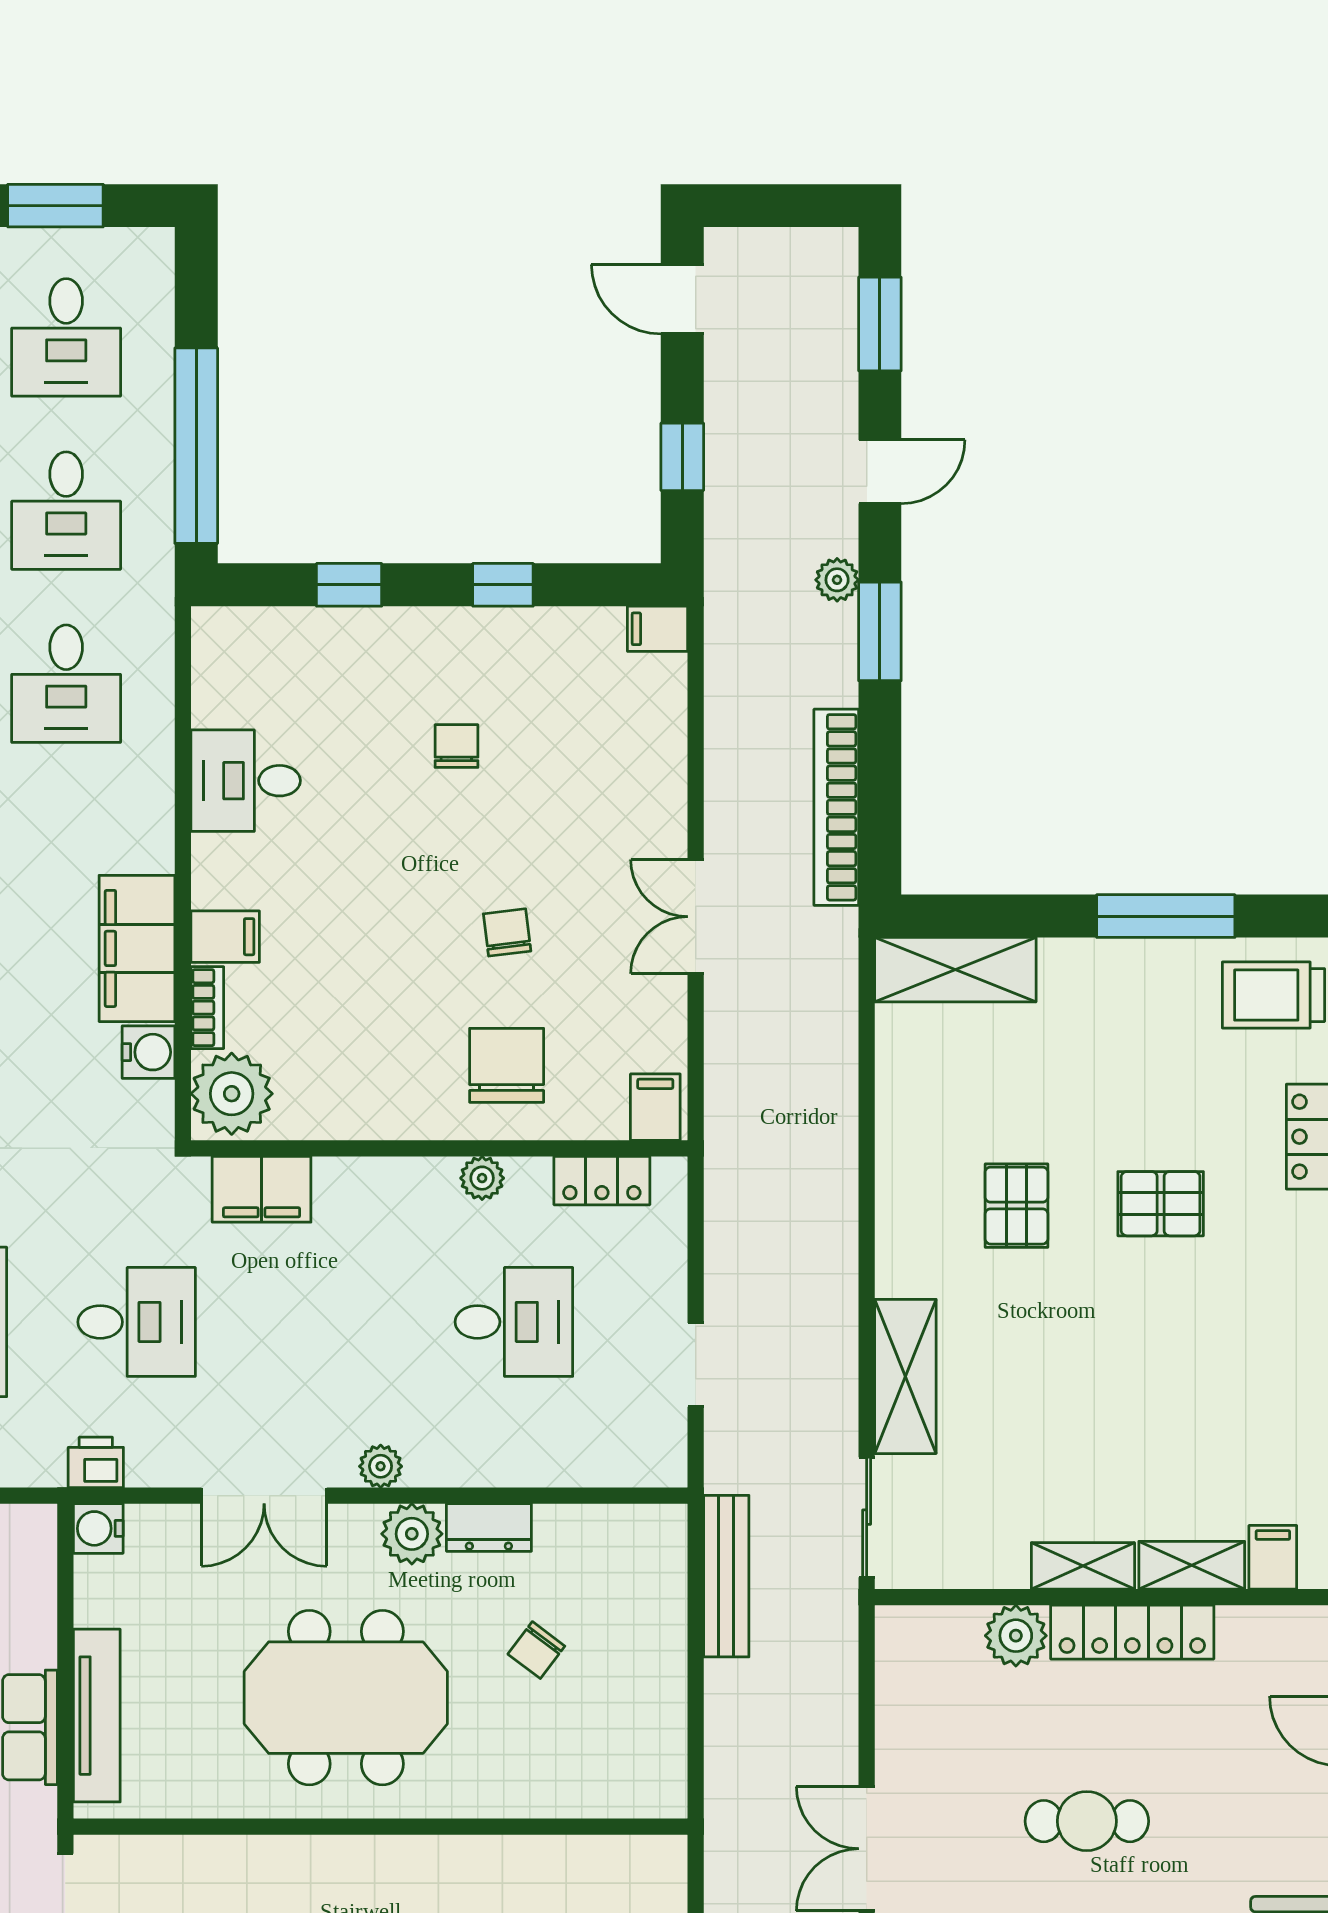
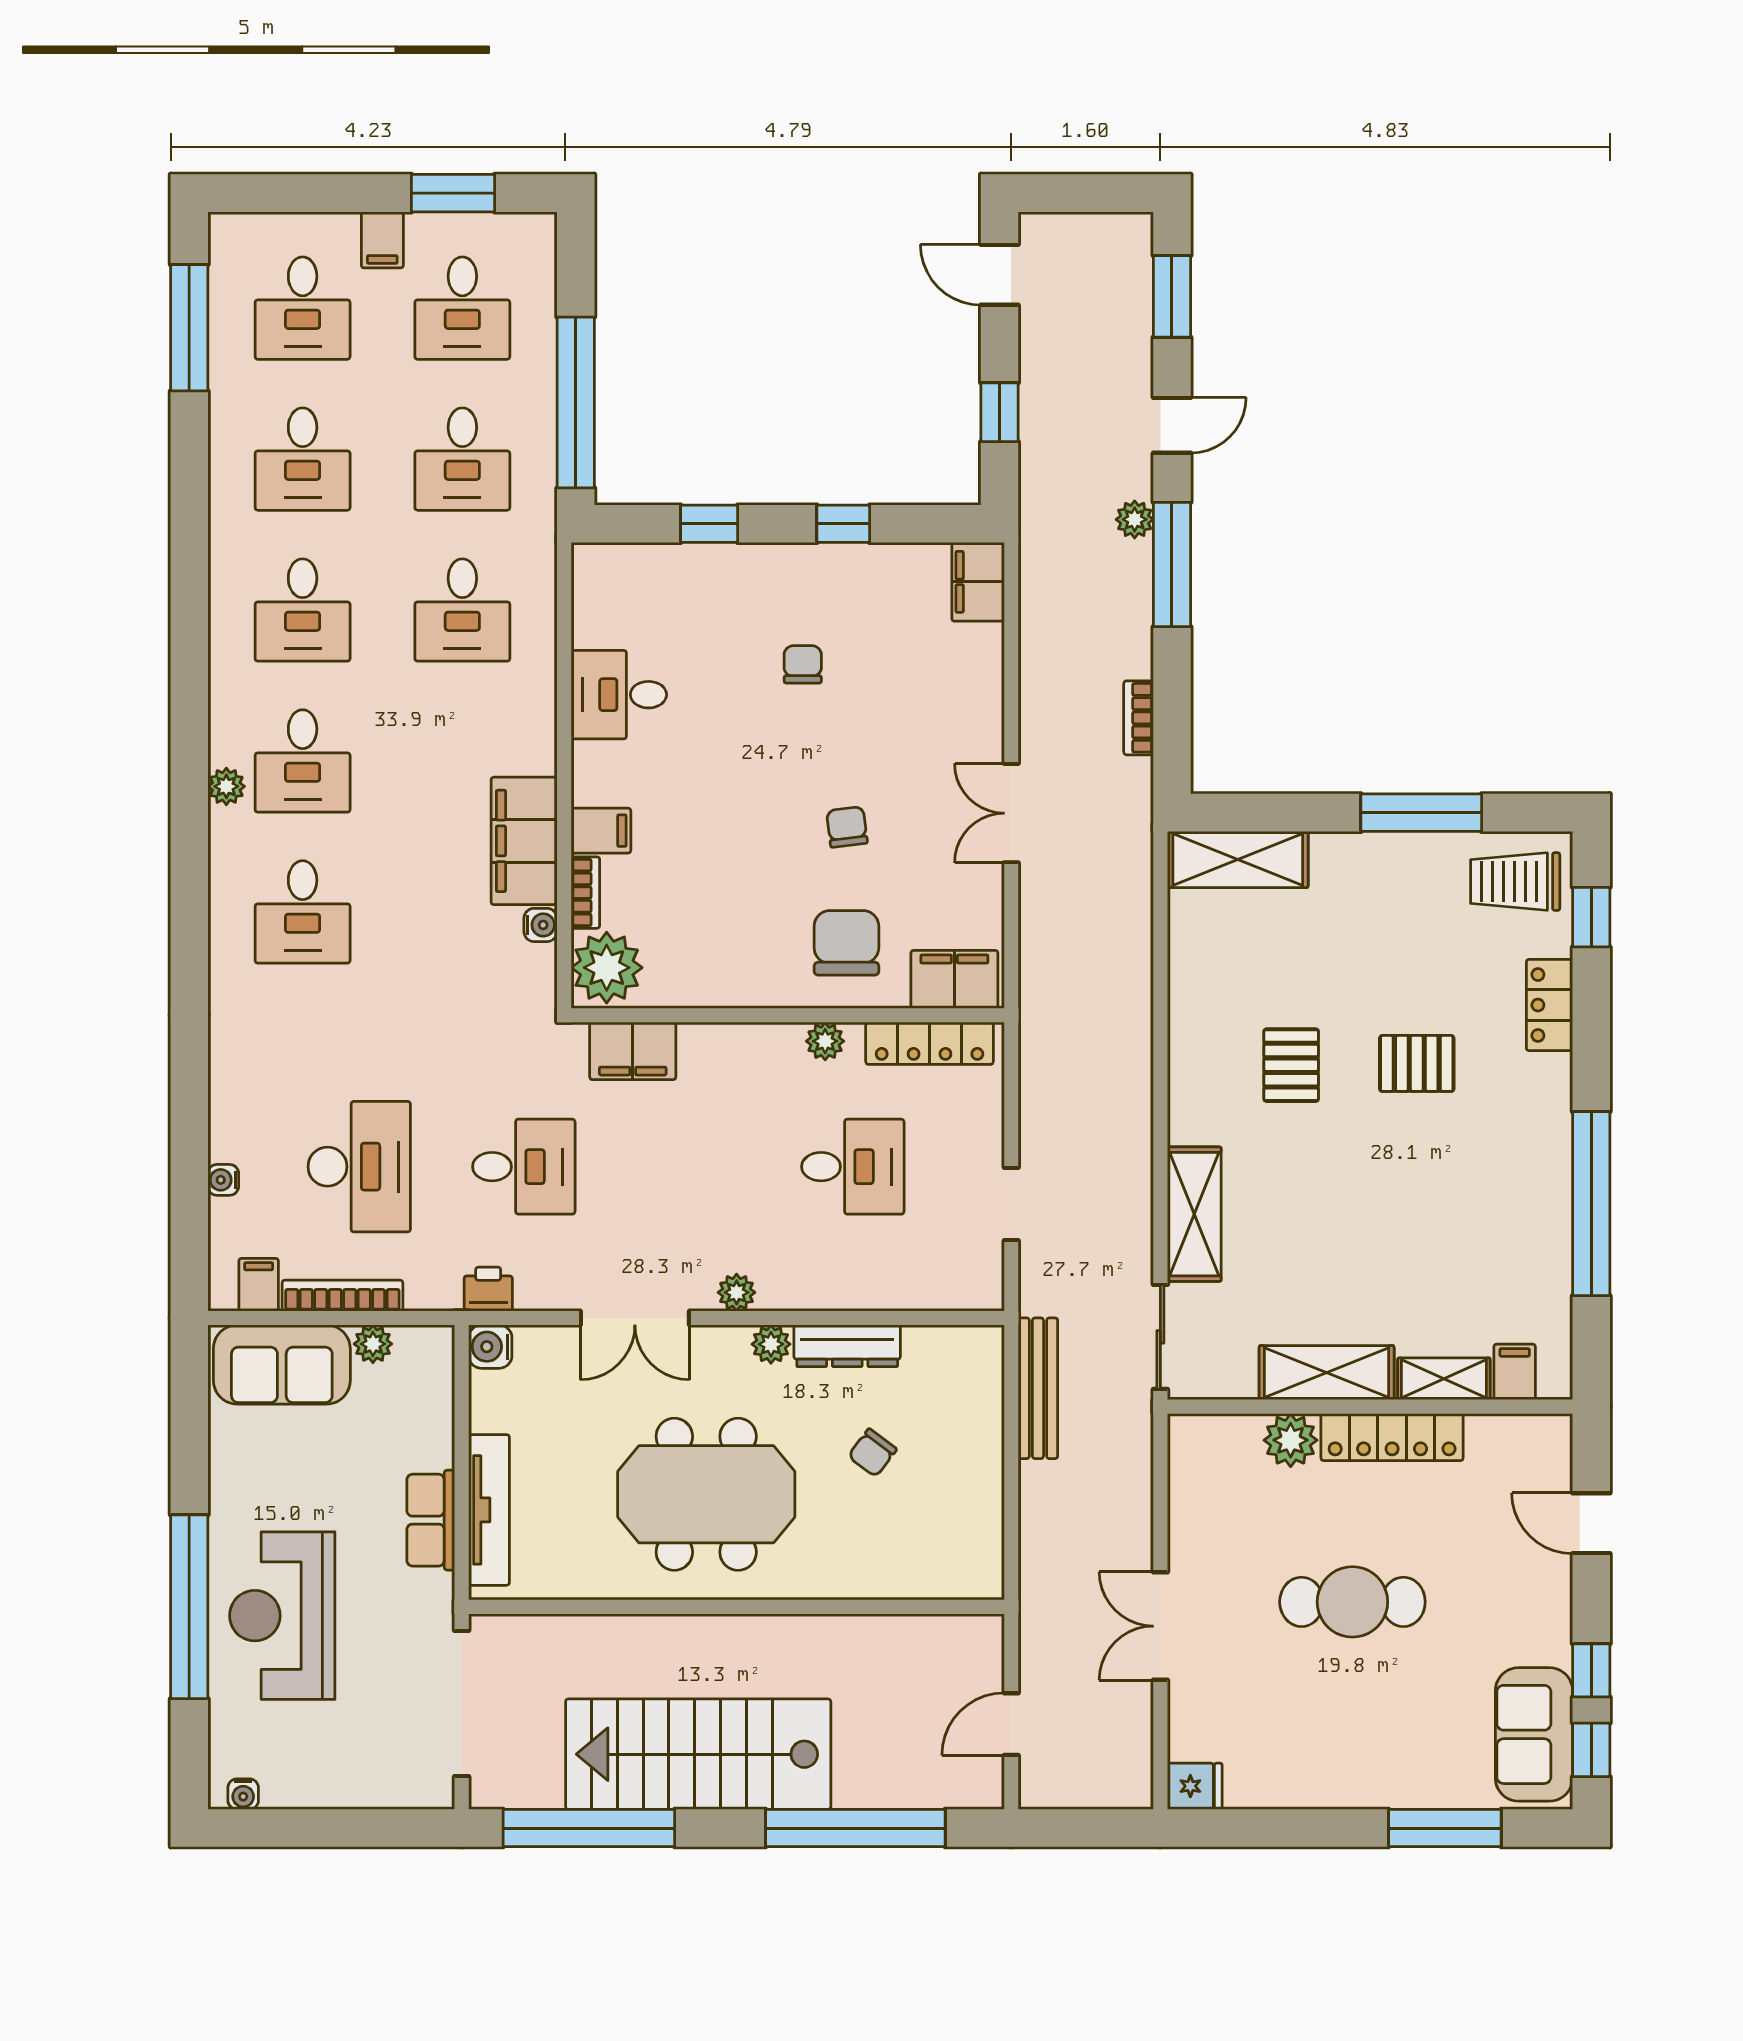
filing cabinet: (657, 629) -> (978, 582), width x2.00
window: (880, 631) -> (1172, 564), width x1.44
bookcase: (836, 807) -> (1139, 718), width x0.43, depth x0.76
water cooler: (149, 1052) -> (541, 925), width x0.72, depth x0.72
filing cabinet: (655, 1107) -> (954, 979), width x2.00
locker: (602, 1181) -> (930, 1043), width x1.53
dresser: (489, 1527) -> (847, 1346), width x1.44
plant: (412, 1534) -> (771, 1344), width x0.73, depth x0.73
shelving: (1083, 1566) -> (1327, 1373), width x1.50, depth x1.33
cafe table: (1087, 1821) -> (1352, 1602), width x1.37, depth x1.35

